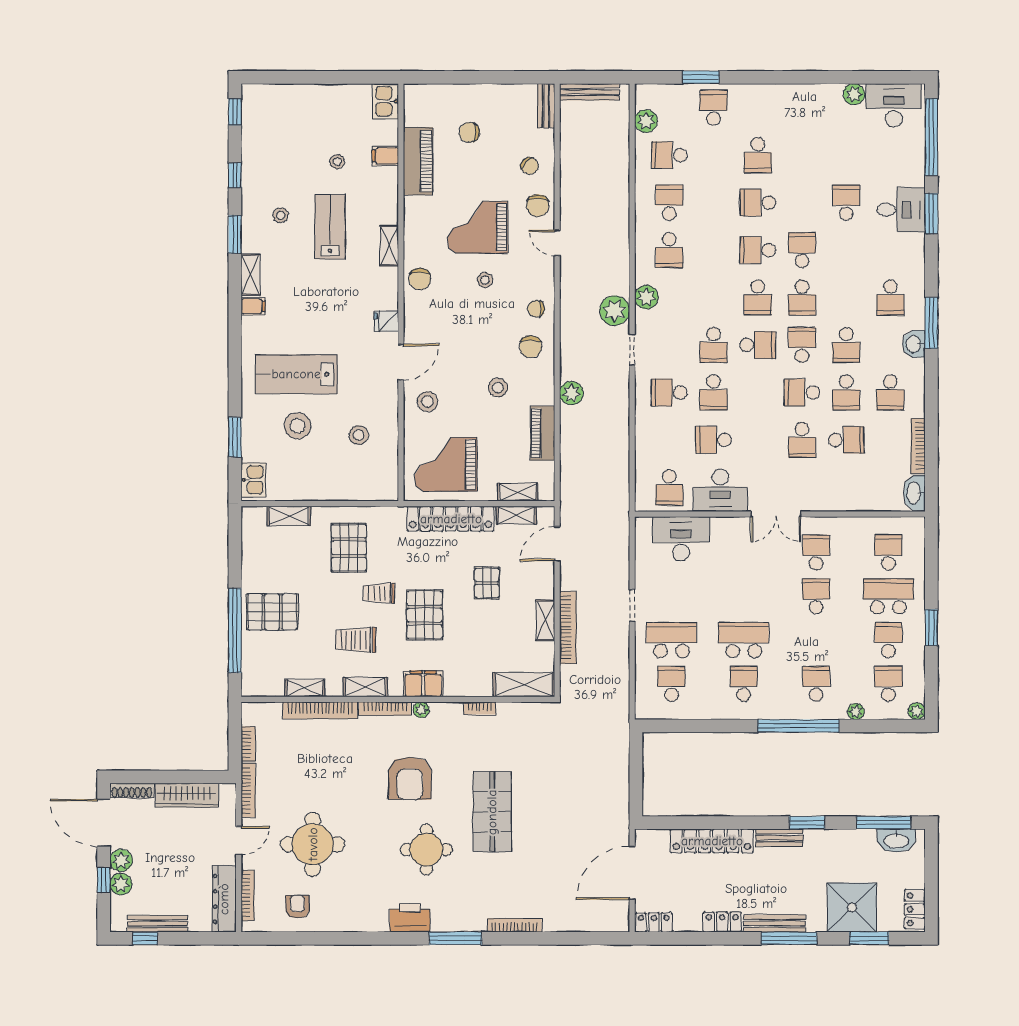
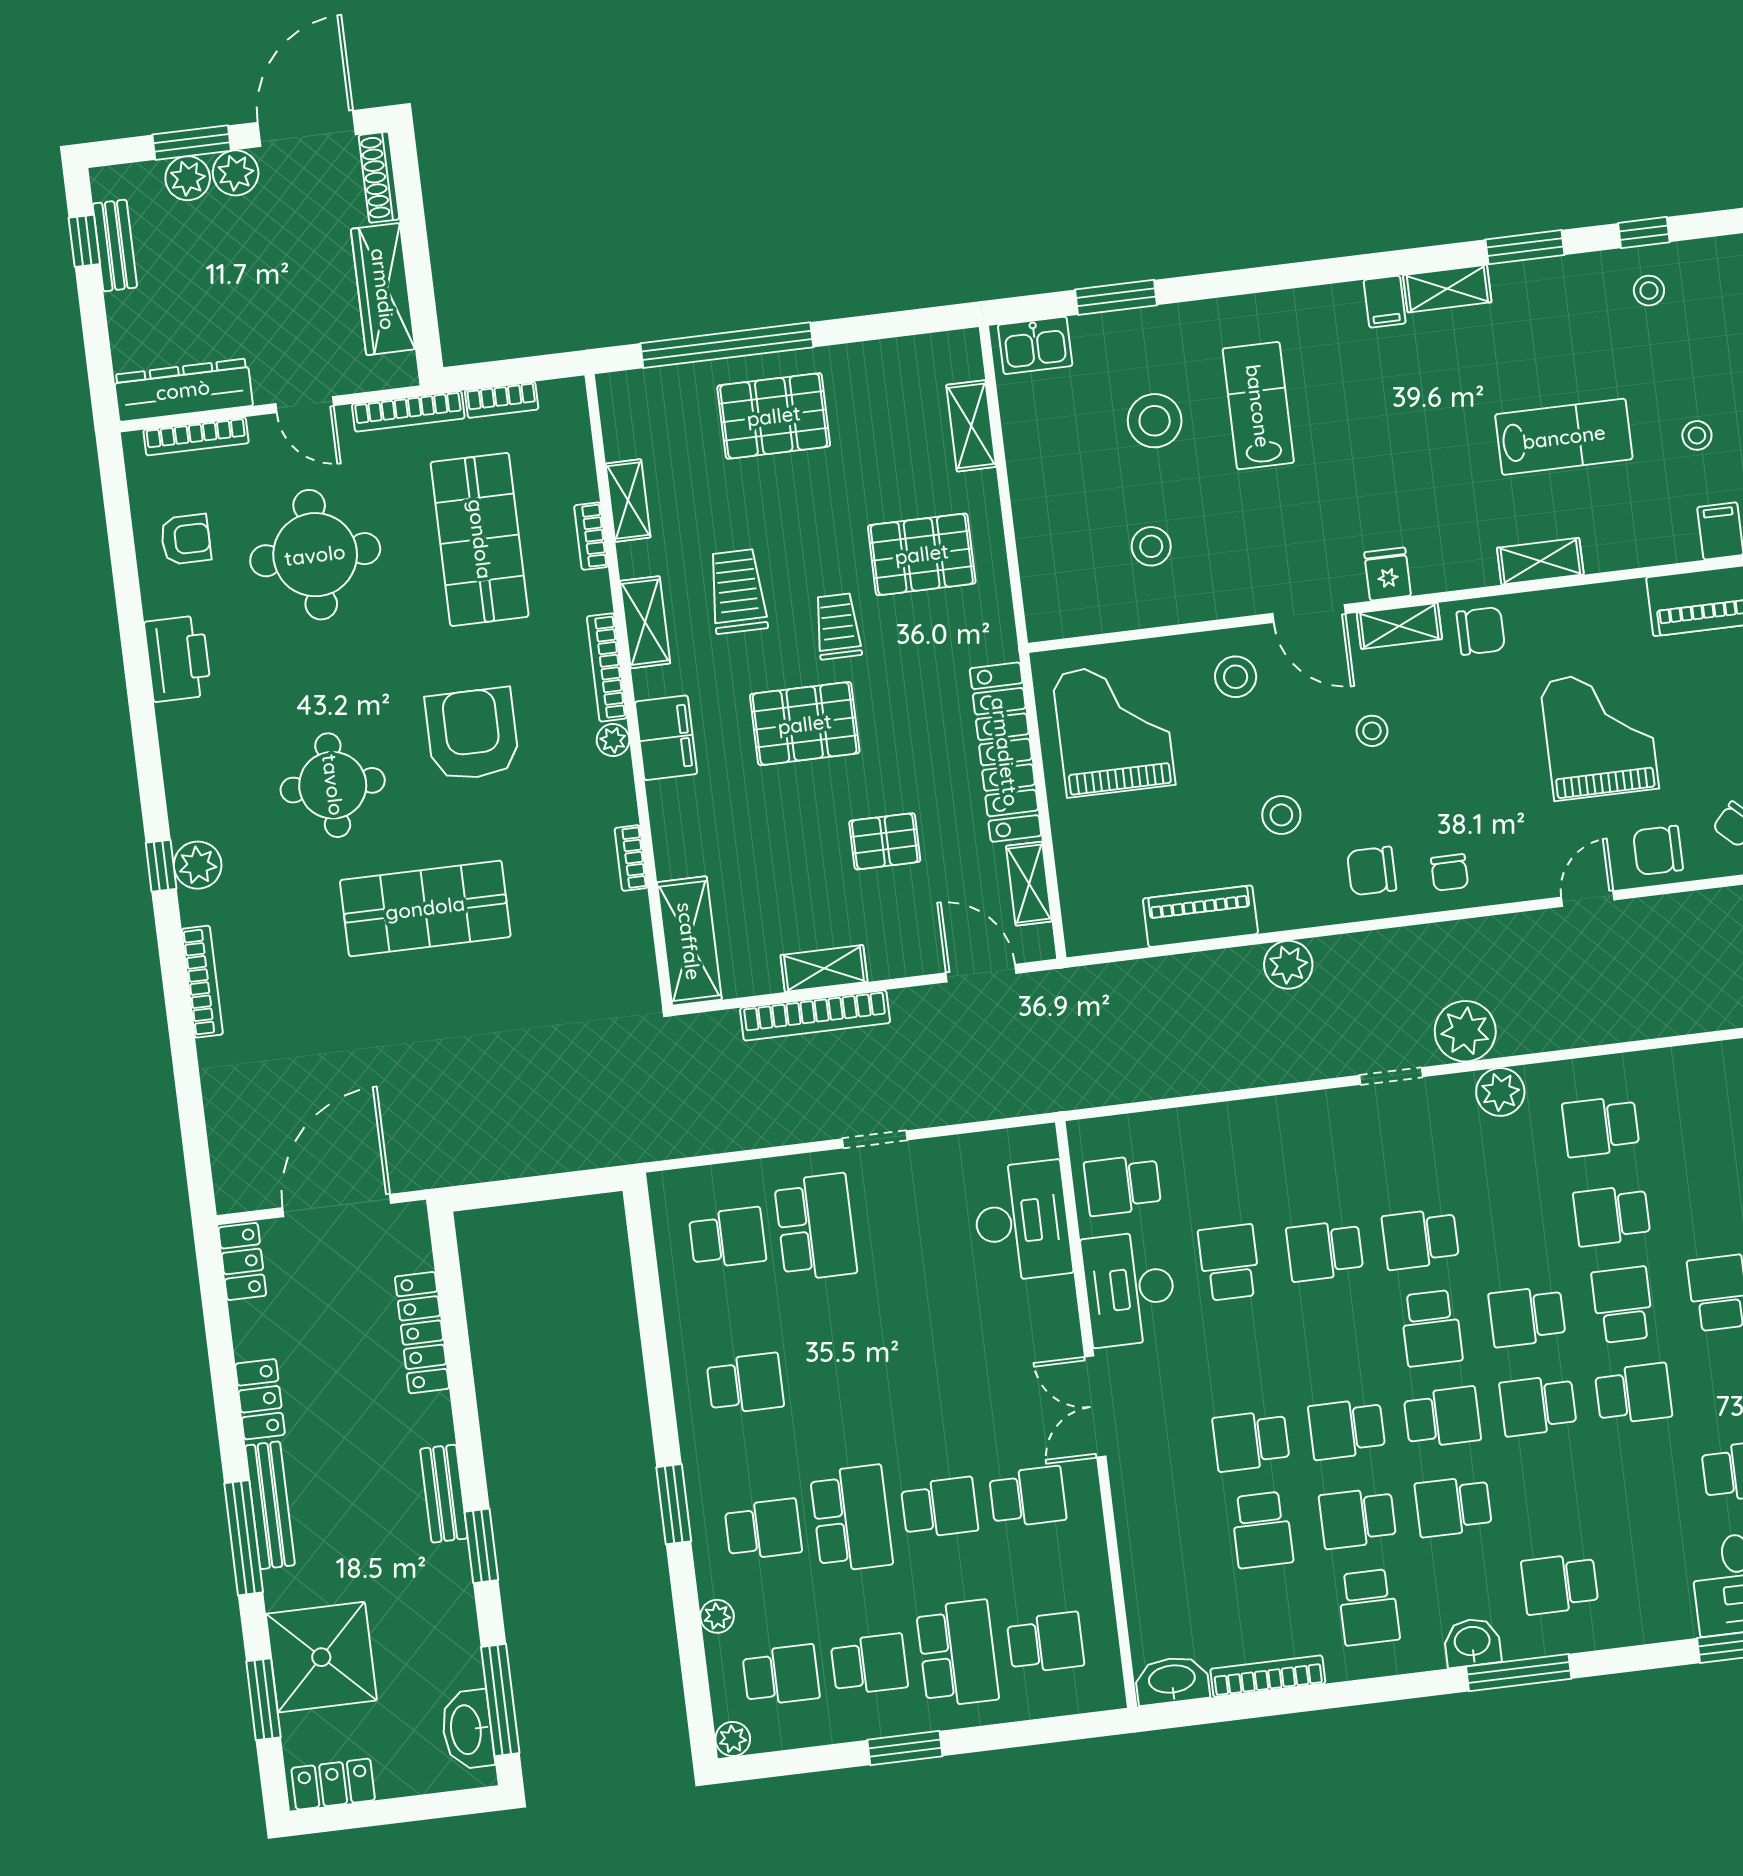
school desk: (669, 203) -> (1612, 1216), moved, turned 180
stool: (281, 215) -> (1649, 291), moved
chair: (420, 279) -> (1481, 631), turned 180
stool: (485, 280) -> (1372, 731), moved
chair: (536, 309) -> (1450, 872), turned 180
lab bench: (296, 374) -> (1258, 406), width x0.73, depth x0.72
school desk: (669, 392) -> (1314, 1162), removed
school desk: (802, 392) -> (1347, 1429), turned -90
school desk: (890, 392) -> (1369, 1607), turned -90
shelving: (518, 492) -> (1399, 626), moved, turned 90
pallet: (272, 612) -> (774, 416), turned 90
school desk: (744, 640) -> (851, 1519), moved
bookcase: (320, 710) -> (591, 536), width x0.43, depth x0.76
window: (798, 726) -> (674, 1504), width x0.47
shop shelf: (315, 763) -> (480, 539), added
armchair: (410, 778) -> (472, 734), turned 90
locker: (712, 841) -> (422, 1333), width x0.71, depth x0.83
door: (632, 873) -> (337, 1205), hinge flipped
window: (104, 880) -> (192, 143), width x1.50
printer: (410, 918) -> (178, 658), moved
plant: (457, 920) -> (198, 865), added
bench: (157, 924) -> (115, 246), width x0.73
window: (455, 938) -> (161, 866), width x0.46

